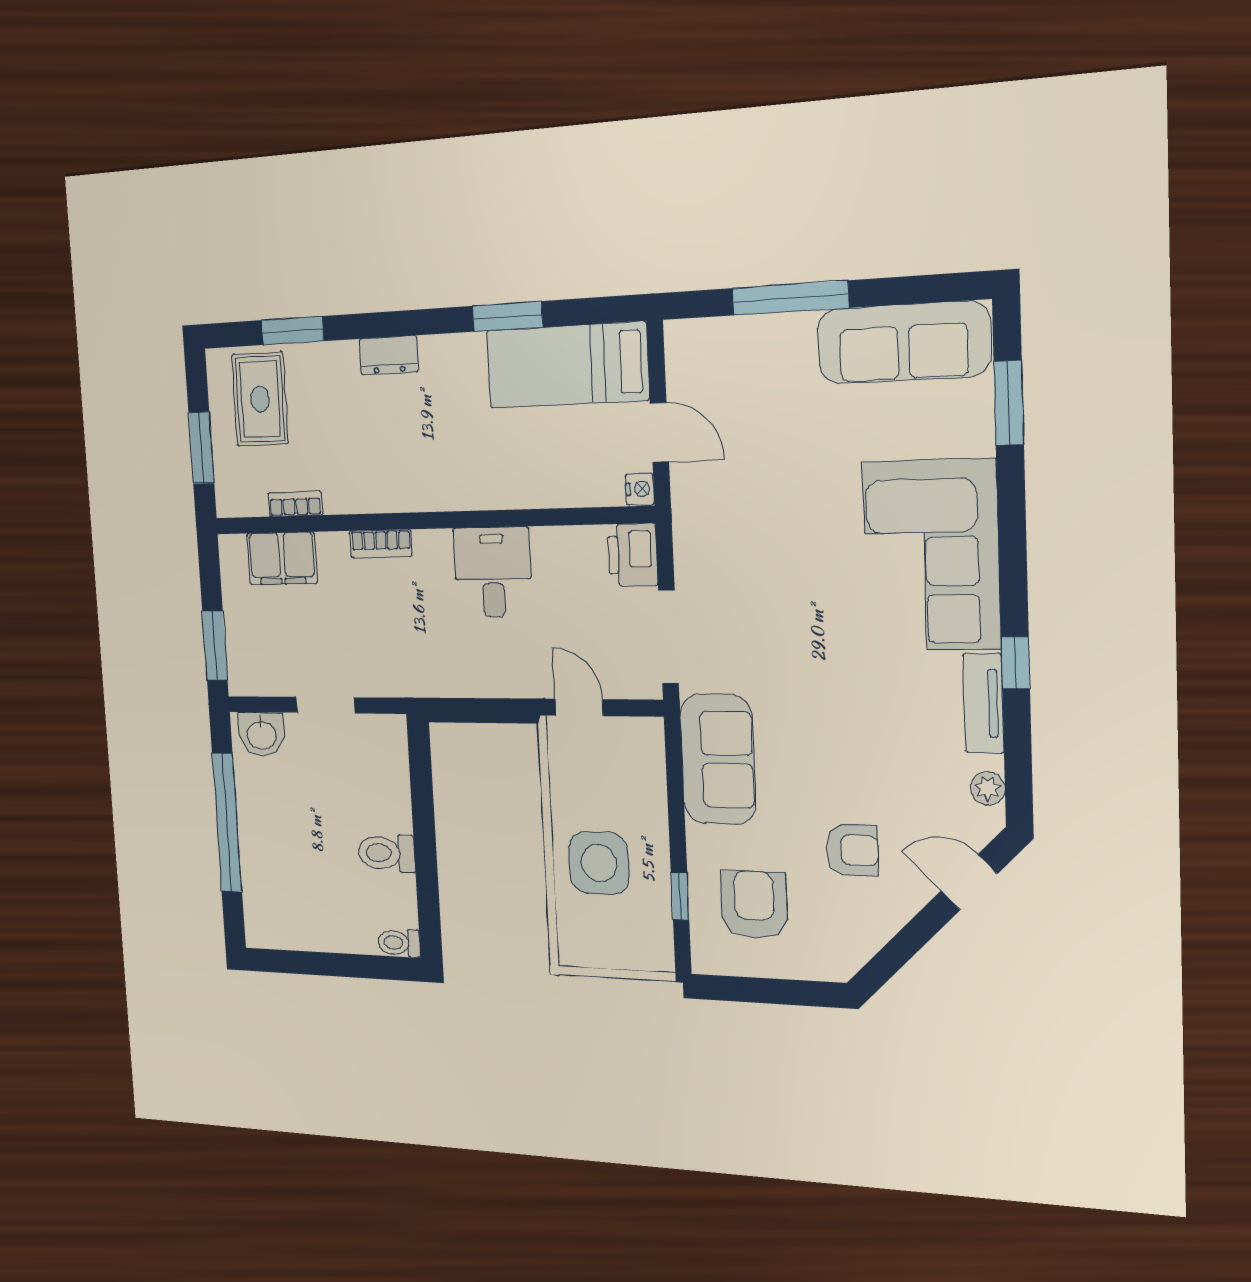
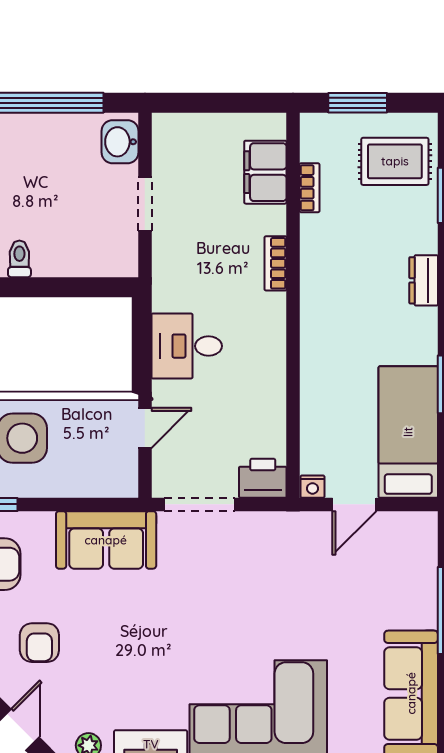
desk: (493, 572) -> (187, 346), moved, turned 180
window: (215, 645) -> (194, 103), removed
toilet: (386, 853) -> (19, 259), width x0.73, depth x0.72

